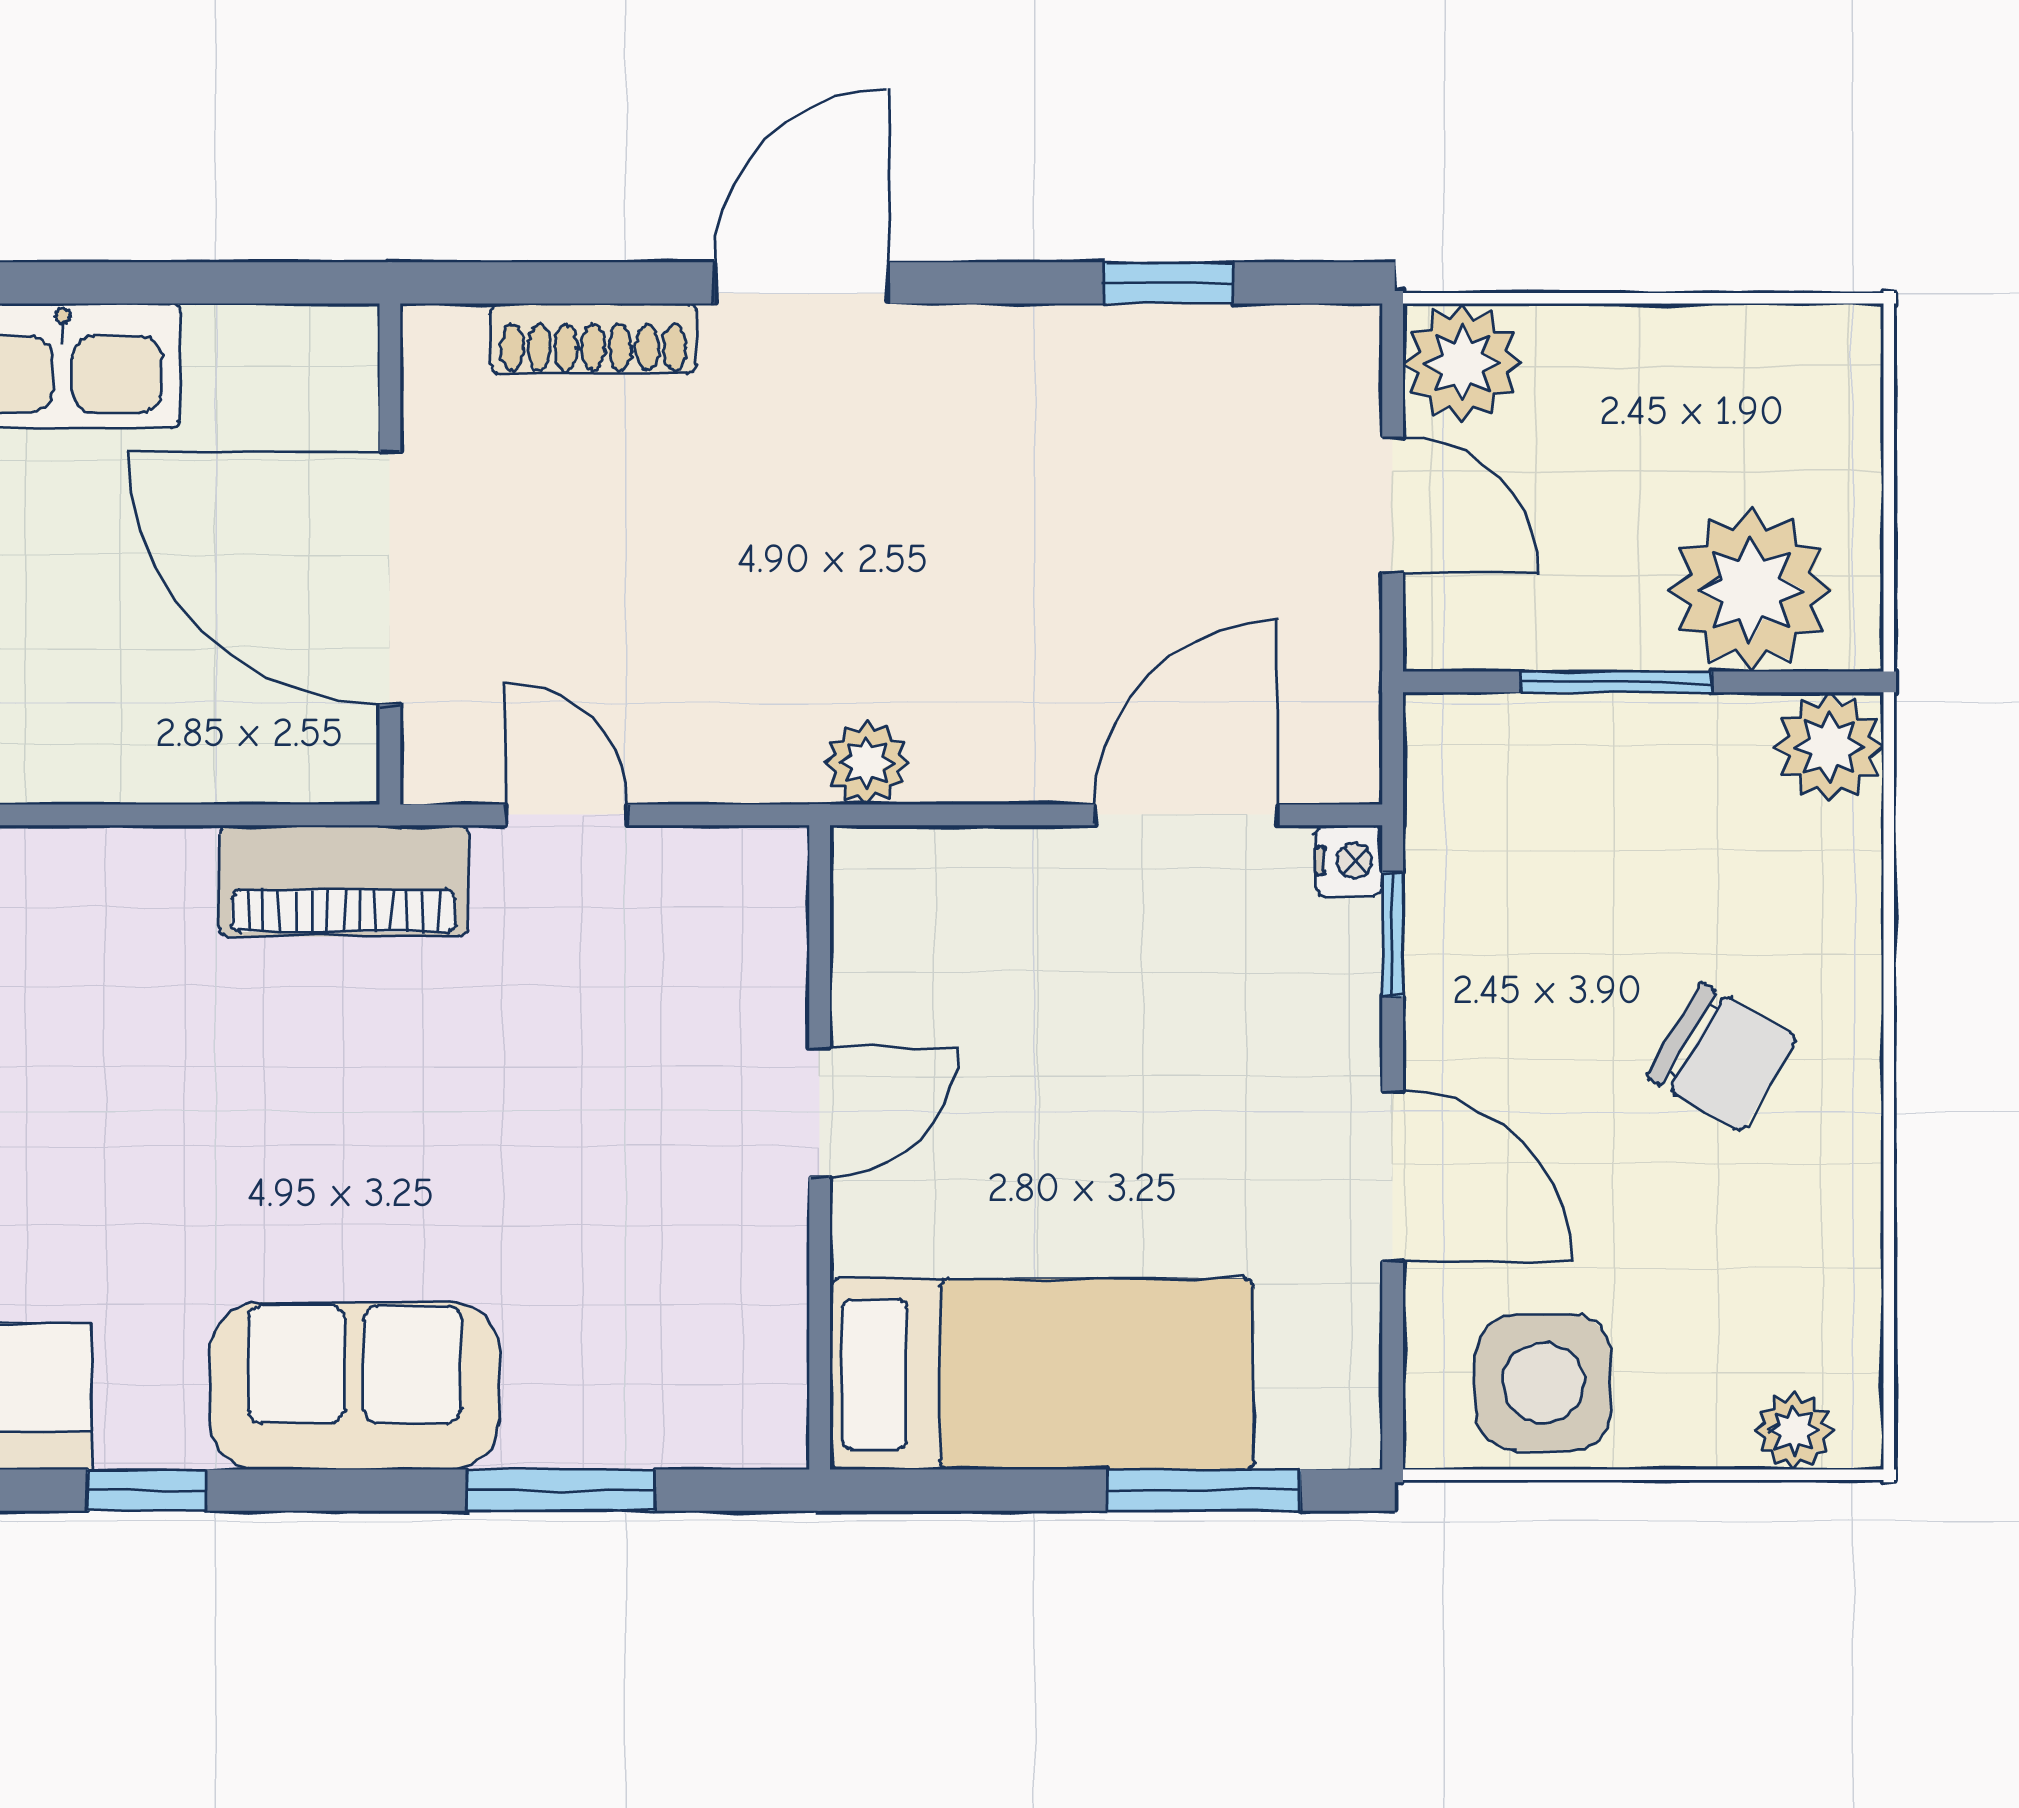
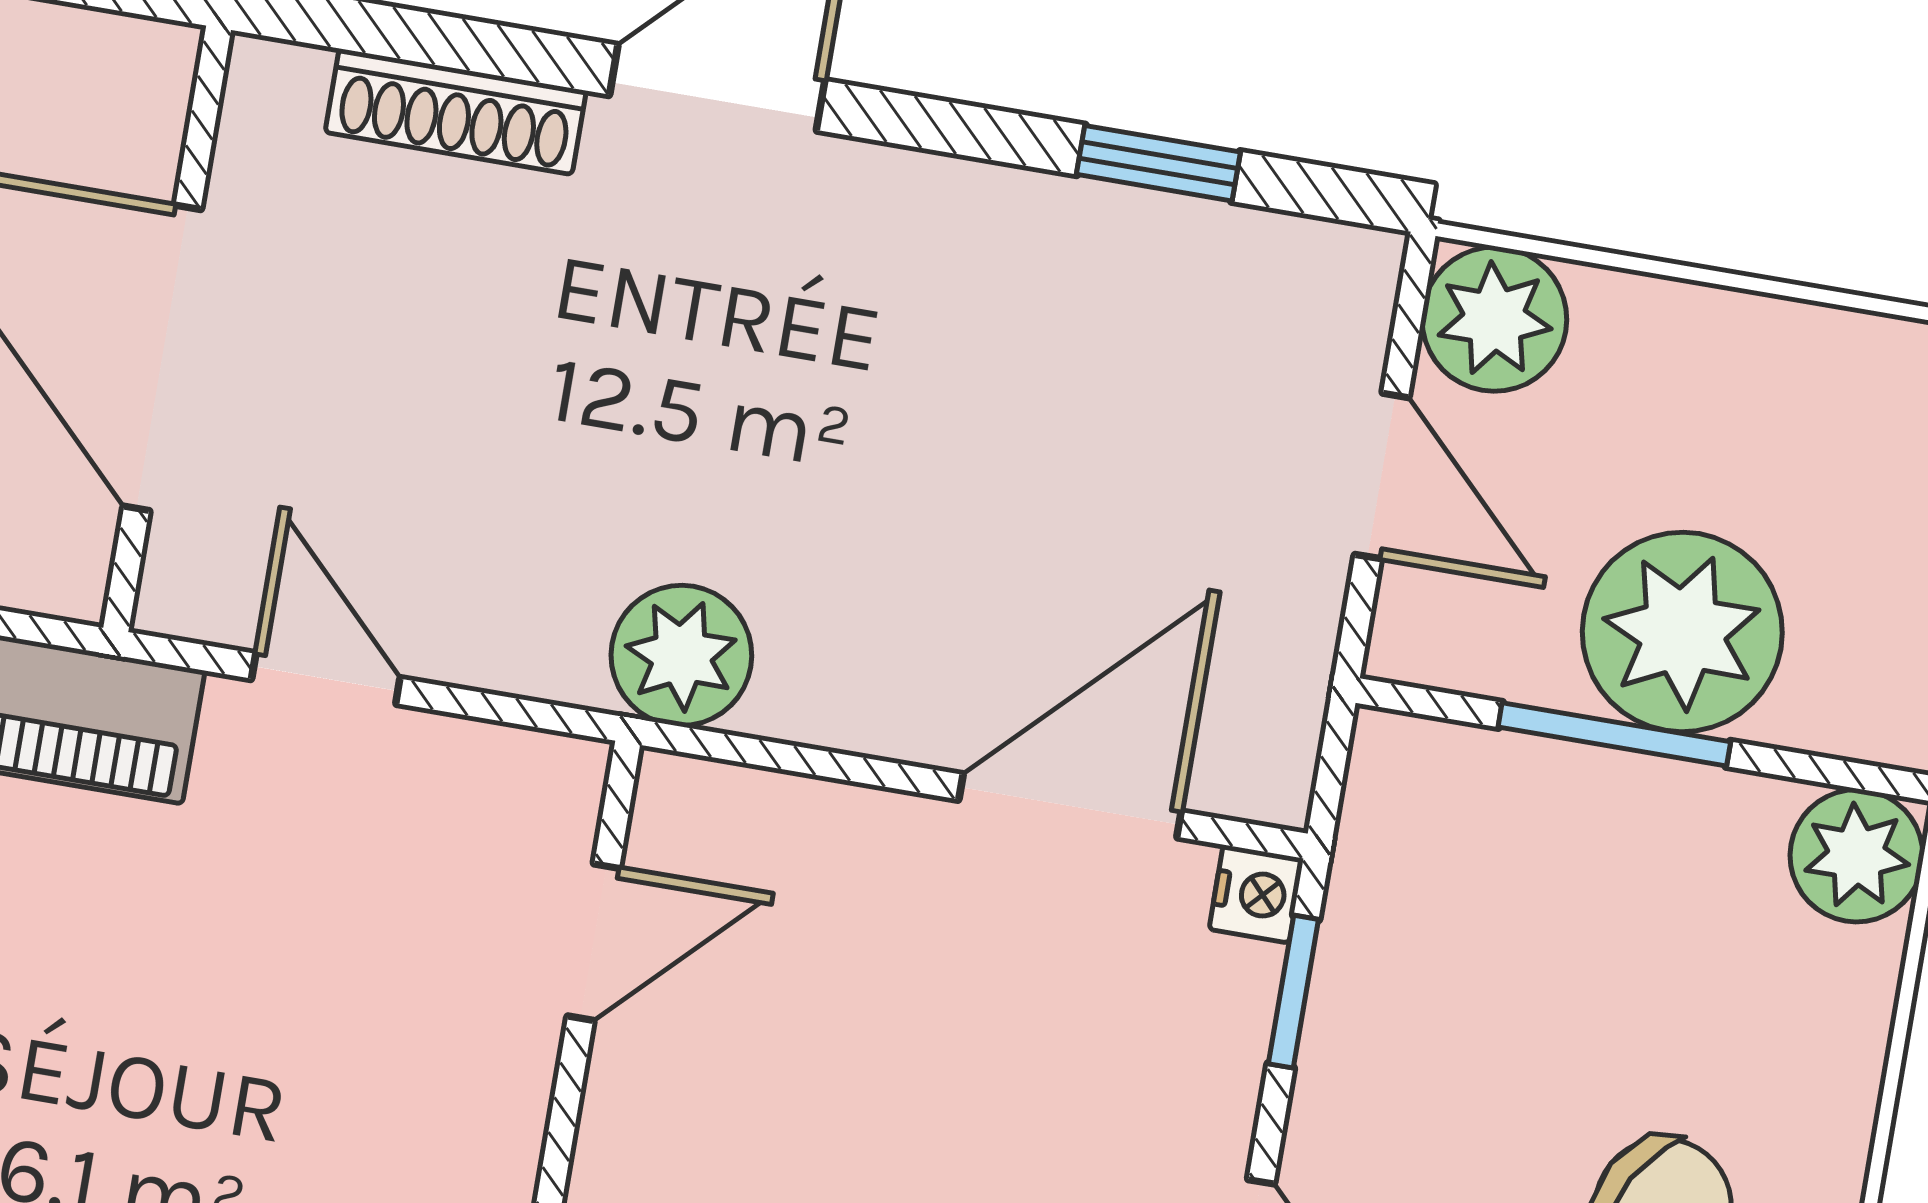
plant: (1751, 590) -> (1682, 632), moved
plant: (867, 763) -> (681, 655), width x1.38, depth x1.38
door: (820, 1112) -> (594, 942), moved

